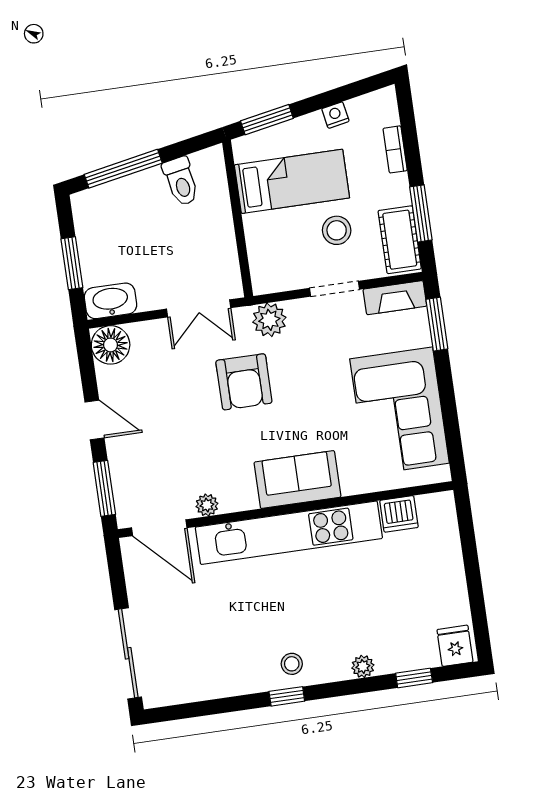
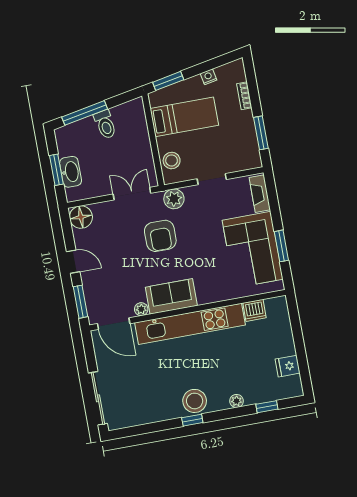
toilet: (181, 181) -> (105, 124), moved
stool: (337, 230) -> (172, 160), moved
cot: (400, 240) -> (249, 149), removed
fireplace: (395, 298) -> (260, 194), moved, turned 90
washbasin: (111, 301) -> (71, 172), moved, turned 90
double door: (199, 308) -> (132, 194), swing flipped
window: (437, 324) -> (281, 246), moved
sofa: (297, 480) -> (171, 296), moved
fridge: (455, 646) -> (288, 366), moved, turned -90
stool: (292, 664) -> (195, 401), width x1.89, depth x1.89

